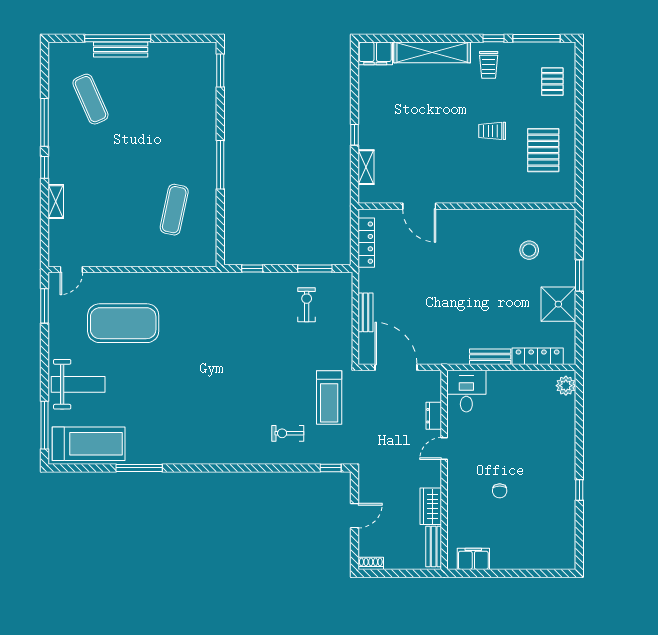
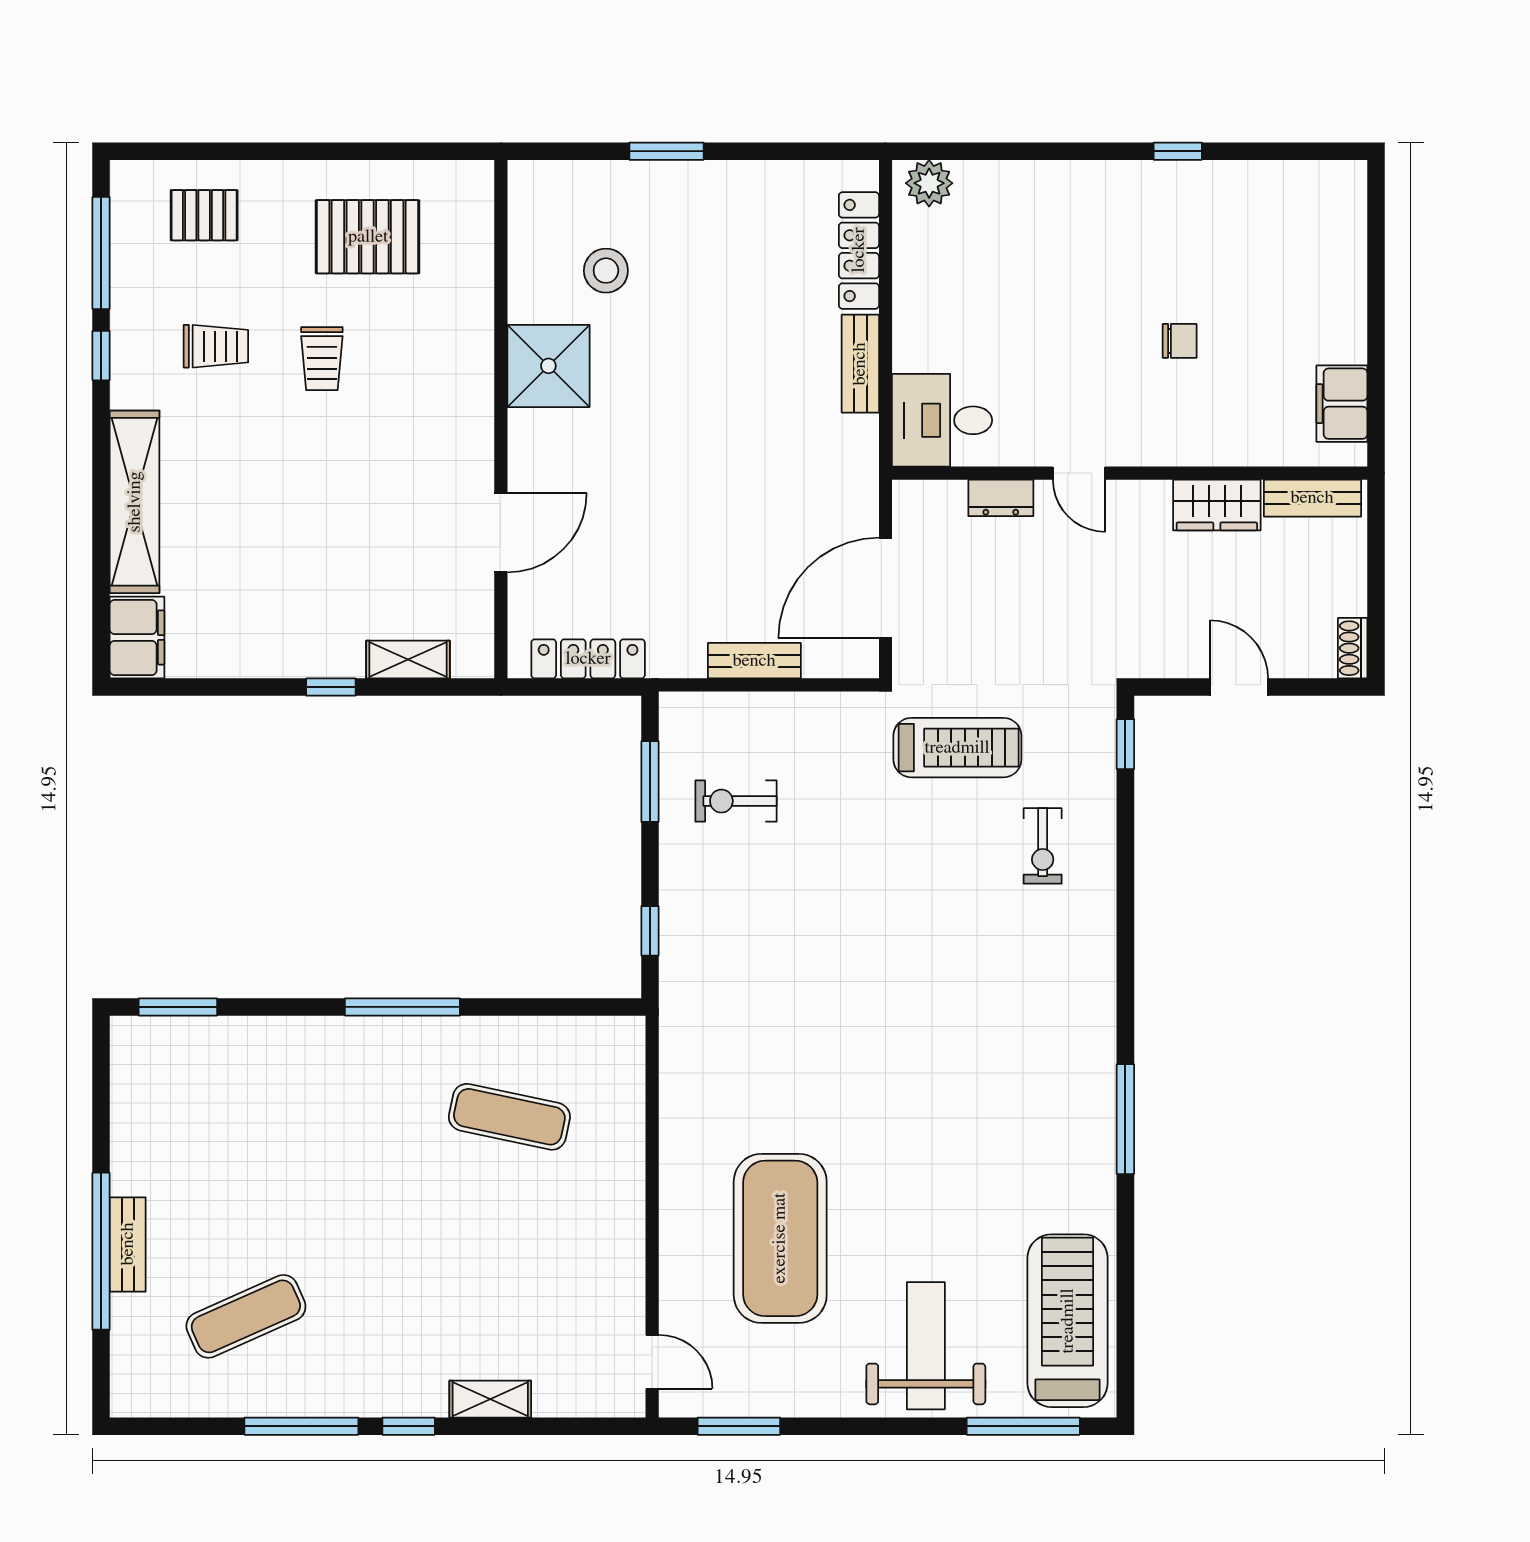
bench: (121, 50) -> (128, 1244), width x0.73
trolley: (489, 65) -> (216, 346), moved
shower: (558, 304) -> (548, 366), moved
window: (139, 468) -> (1125, 1119), moved

